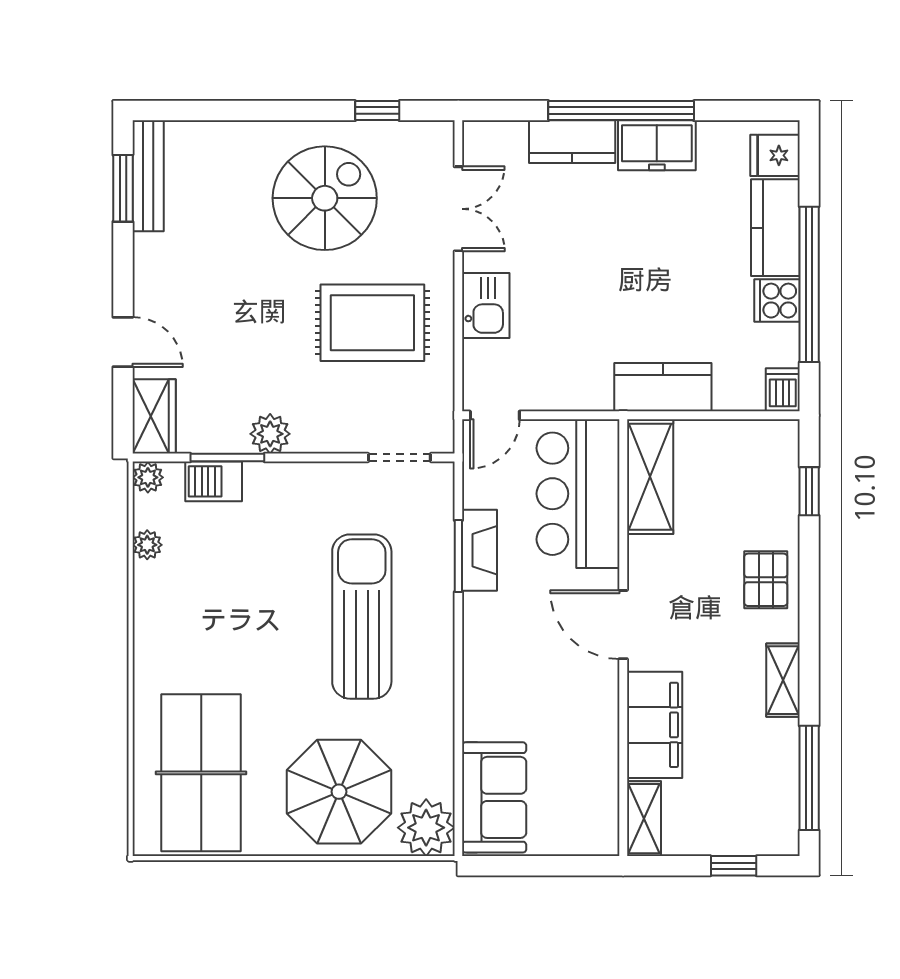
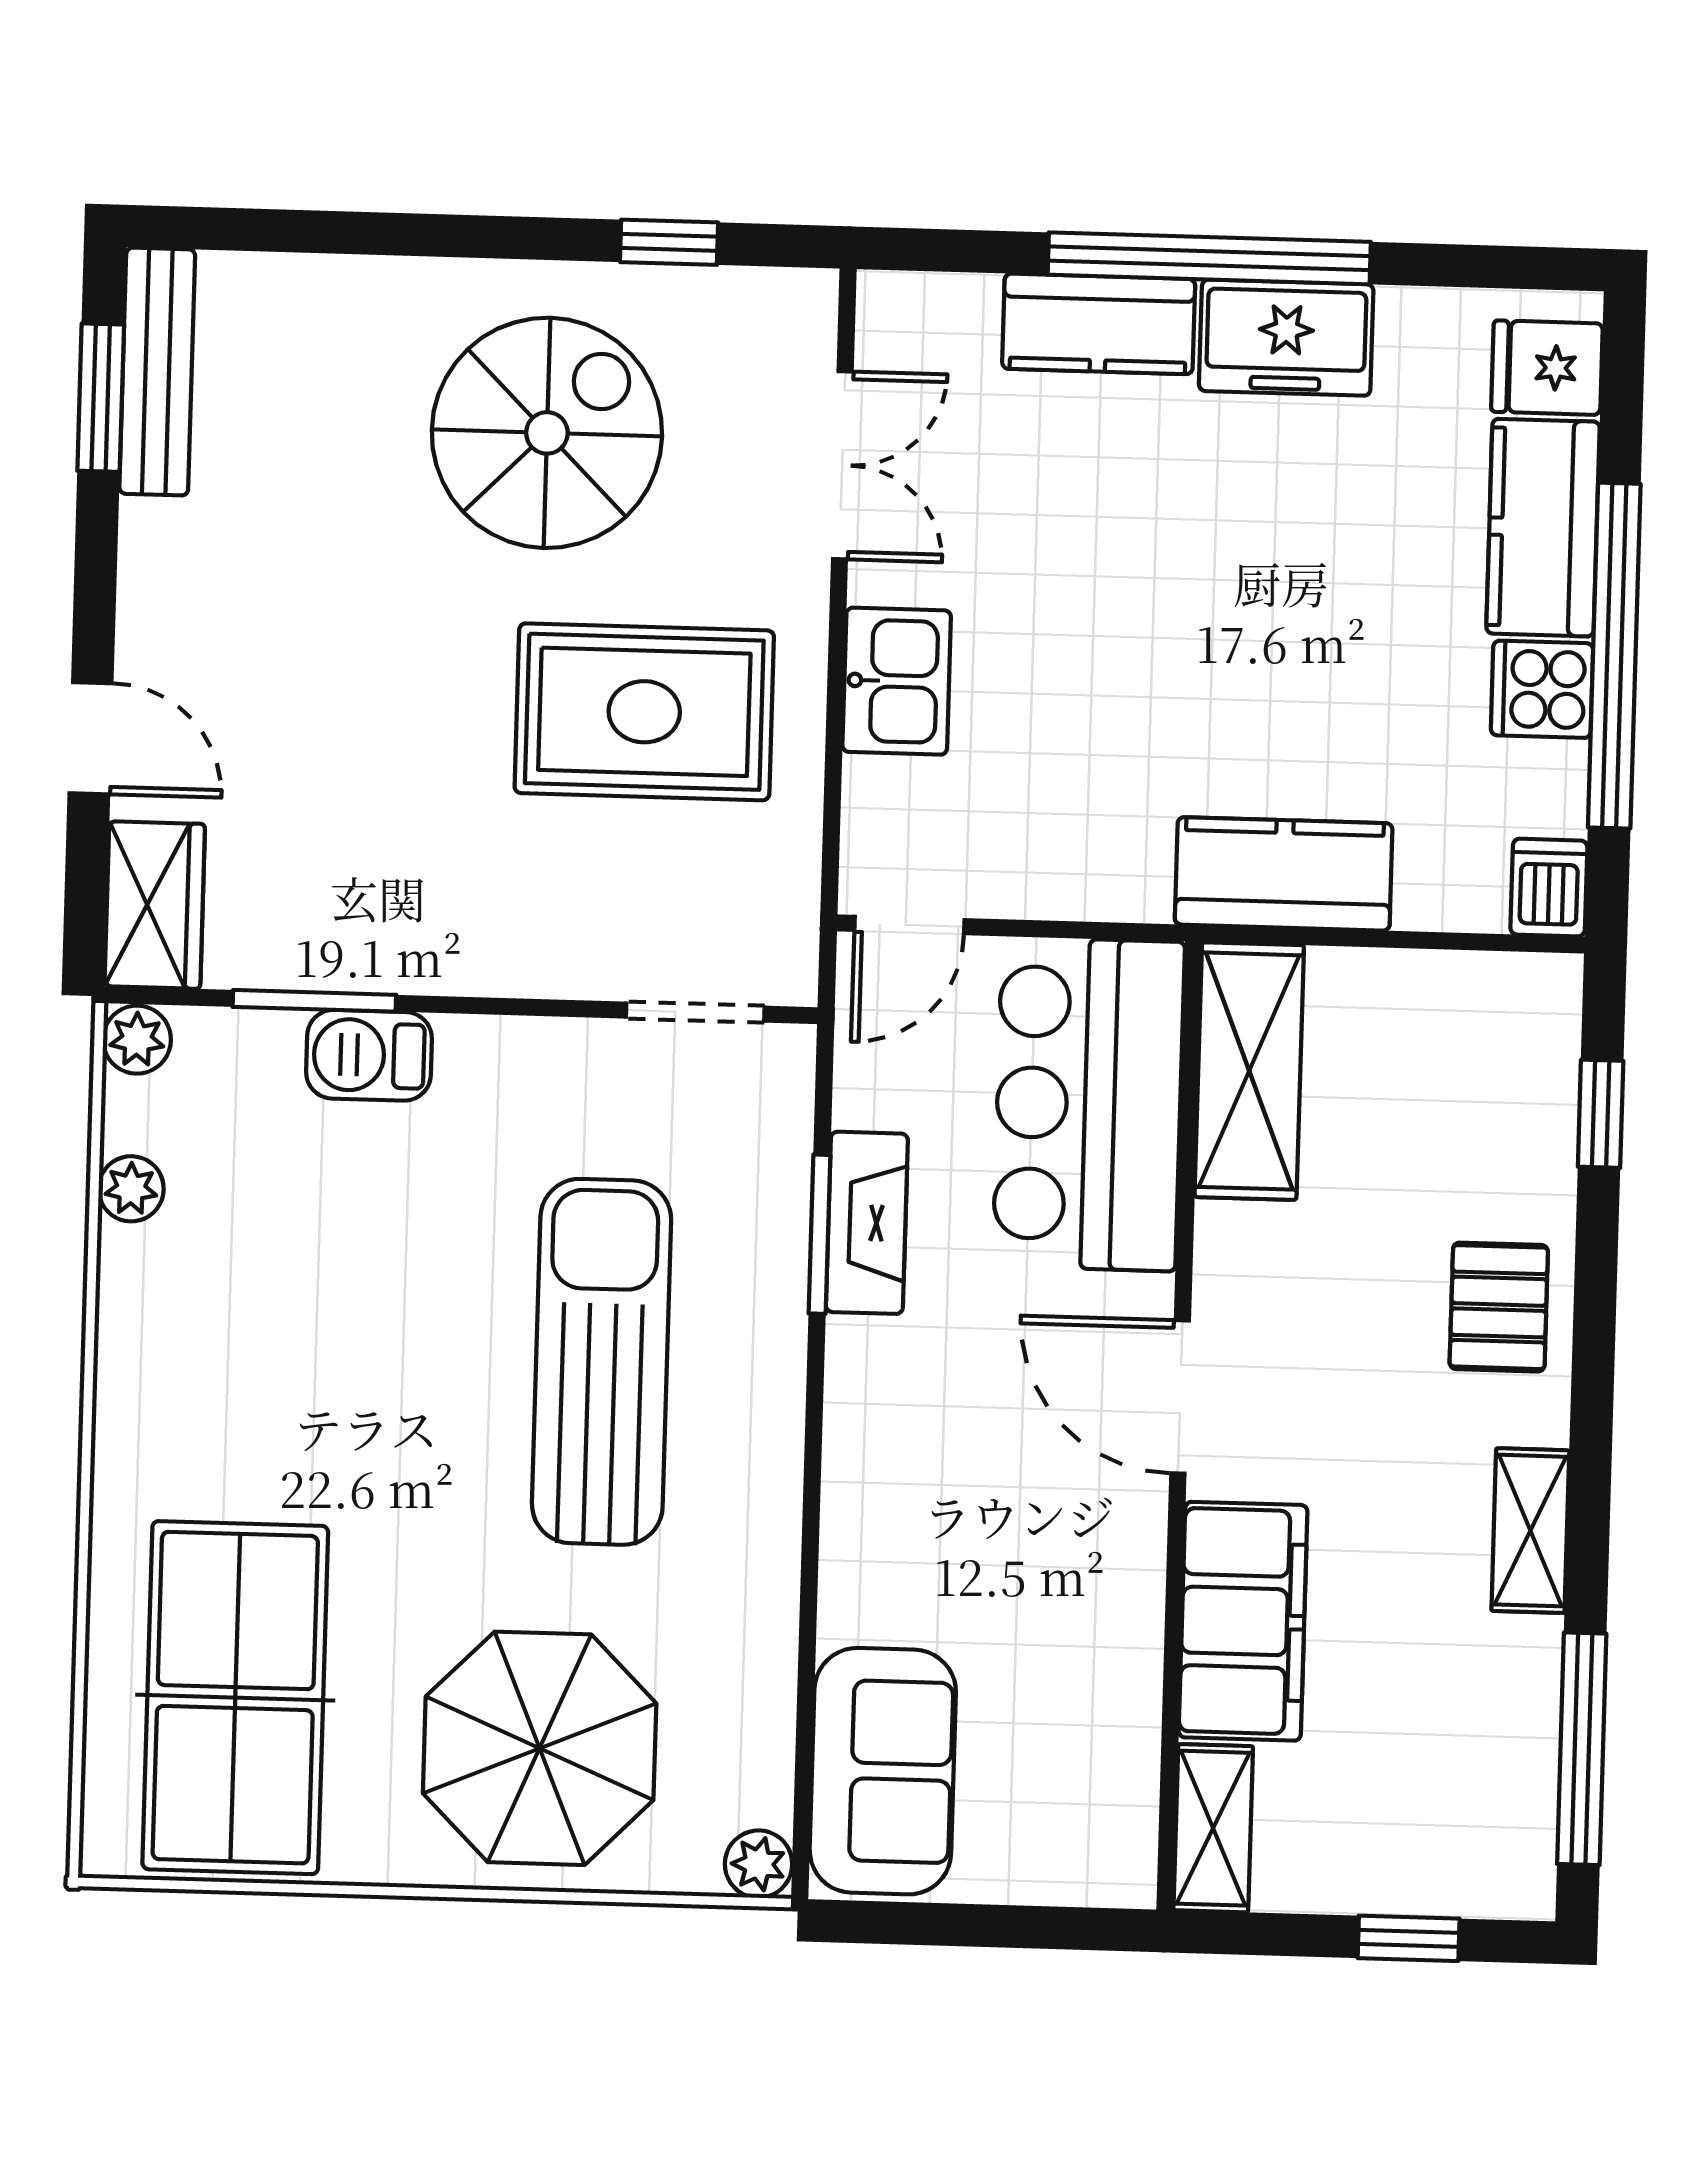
plant: (270, 434) -> (410, 951), removed
barbecue: (214, 481) -> (369, 1055), moved
plant: (426, 828) -> (759, 1864), width x0.53, depth x0.53

